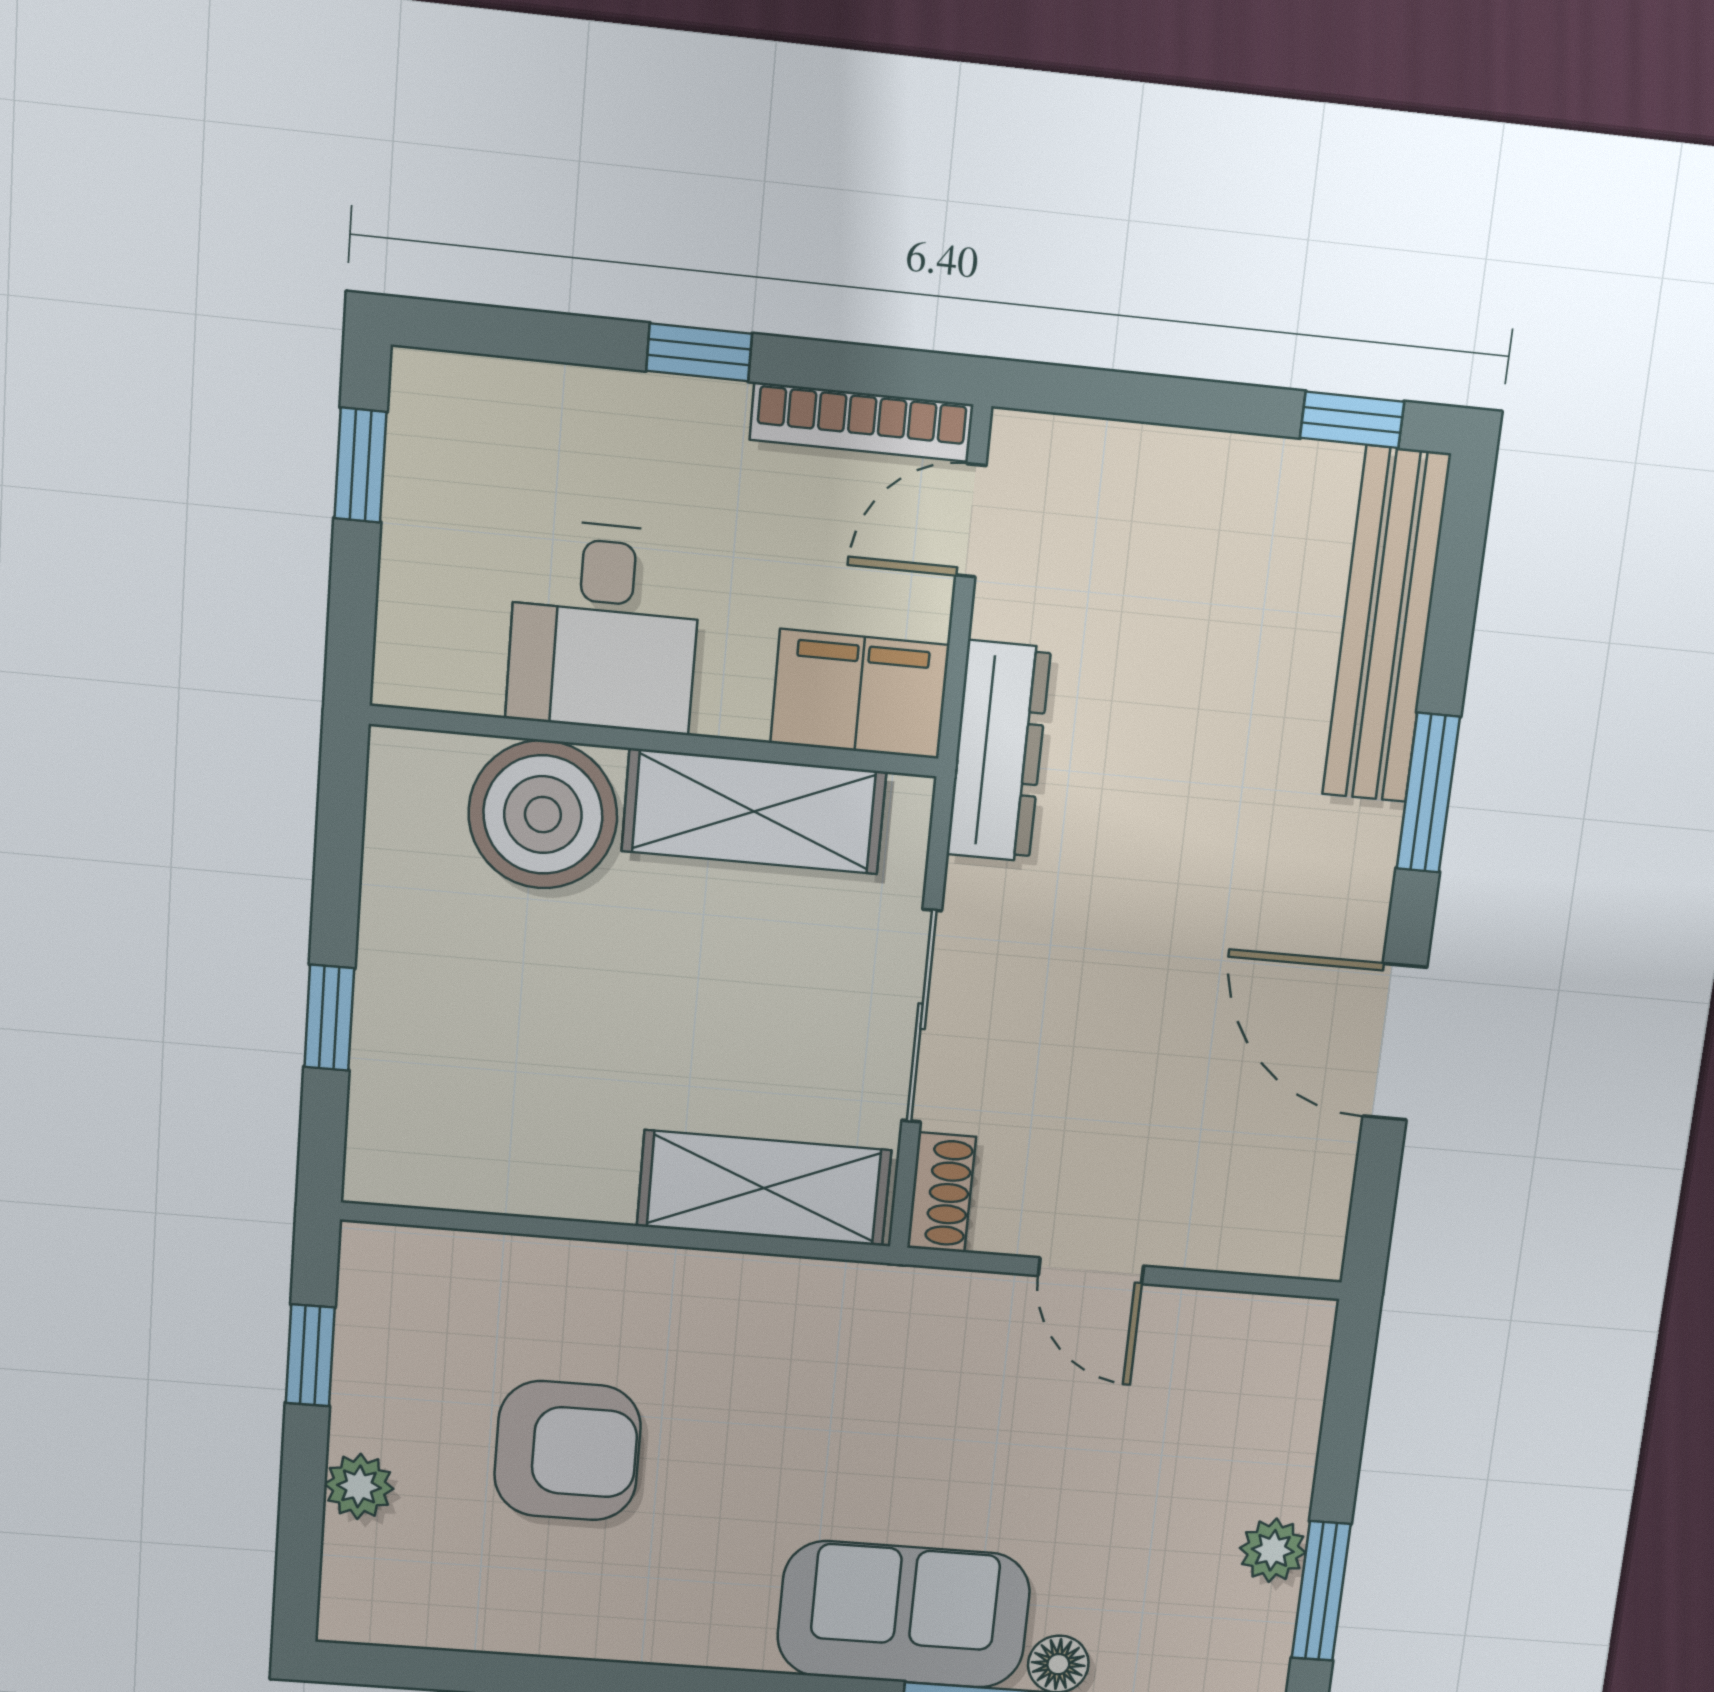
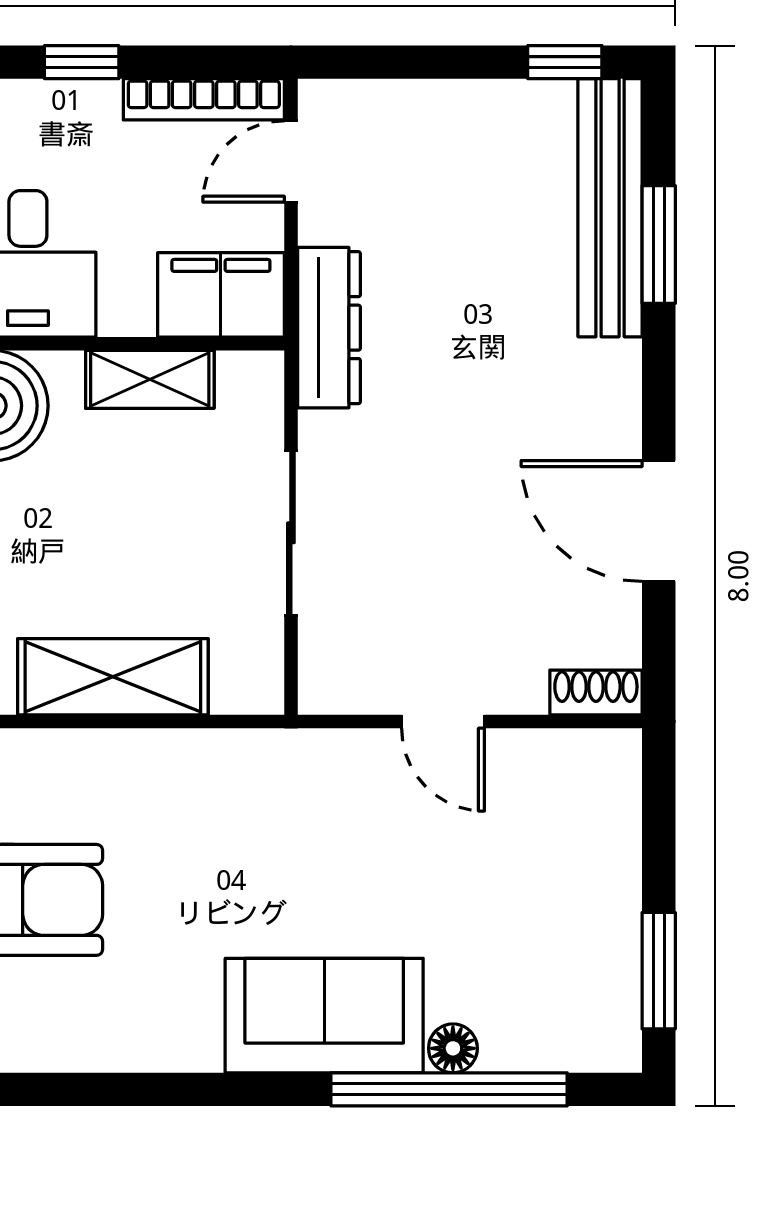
window: (1428, 793) -> (659, 245), moved
shelving: (754, 811) -> (150, 379), width x0.67, depth x0.75
shelving: (764, 1188) -> (113, 677), moved
shoe rack: (942, 1192) -> (596, 693), moved, turned -90
plant: (1273, 1550) -> (615, 939), removed

